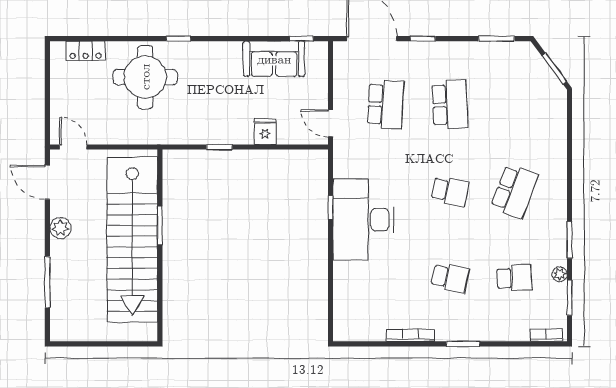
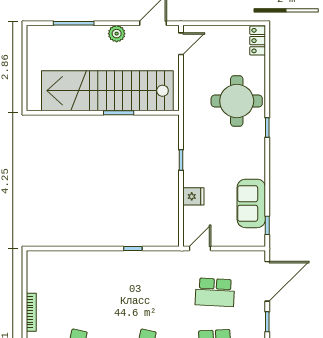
locker: (86, 51) -> (258, 41), moved
desk: (363, 220) -> (123, 275), removed

